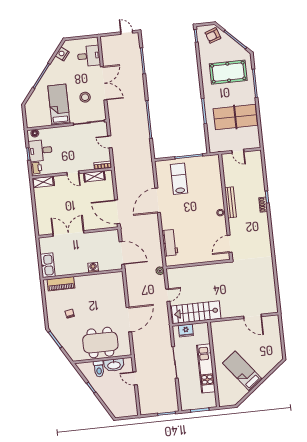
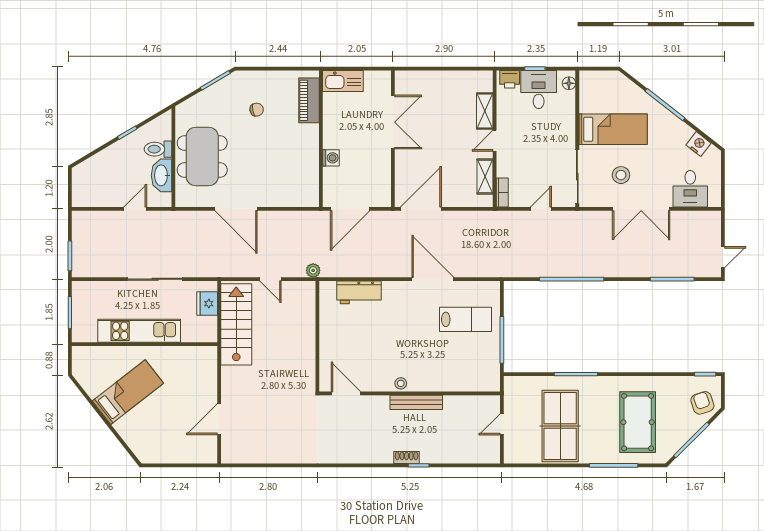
shelving: (43, 182) -> (485, 111), moved

